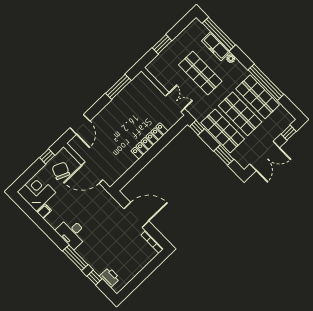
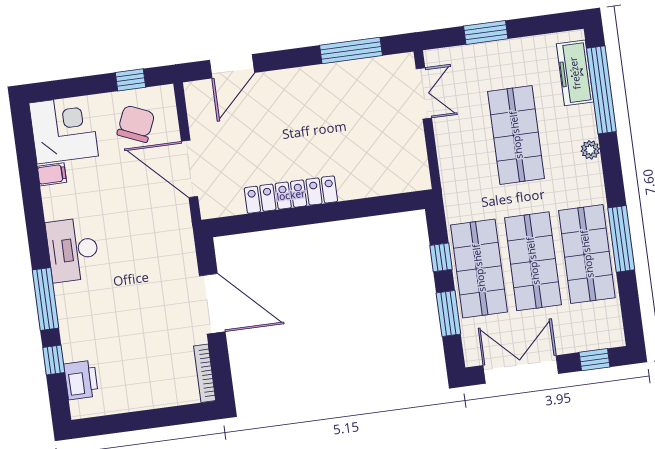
freezer: (216, 46) -> (575, 73), moved
window: (266, 82) -> (621, 239), width x0.68
double door: (175, 102) -> (424, 93), moved
window: (197, 128) -> (441, 257), moved
locker: (149, 141) -> (291, 195), moved
double door: (265, 156) -> (521, 369), swing flipped

